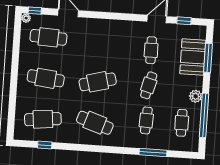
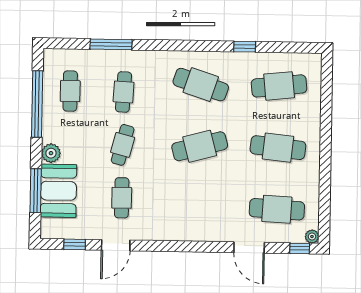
plant: (196, 96) -> (51, 153), moved
window: (45, 145) -> (245, 47), moved

